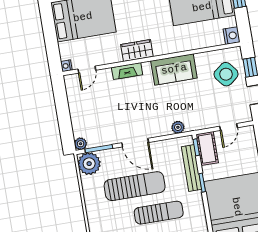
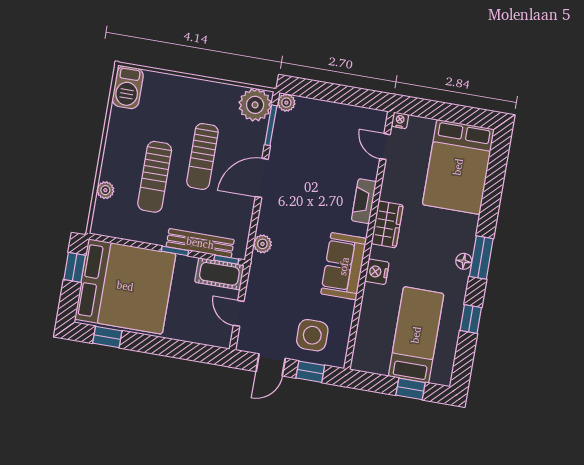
nightstand: (232, 36) -> (377, 272), moved, turned 90
side table: (226, 74) -> (312, 335), turned 38
sun lounger: (135, 186) -> (202, 156), width x0.73, depth x0.75

